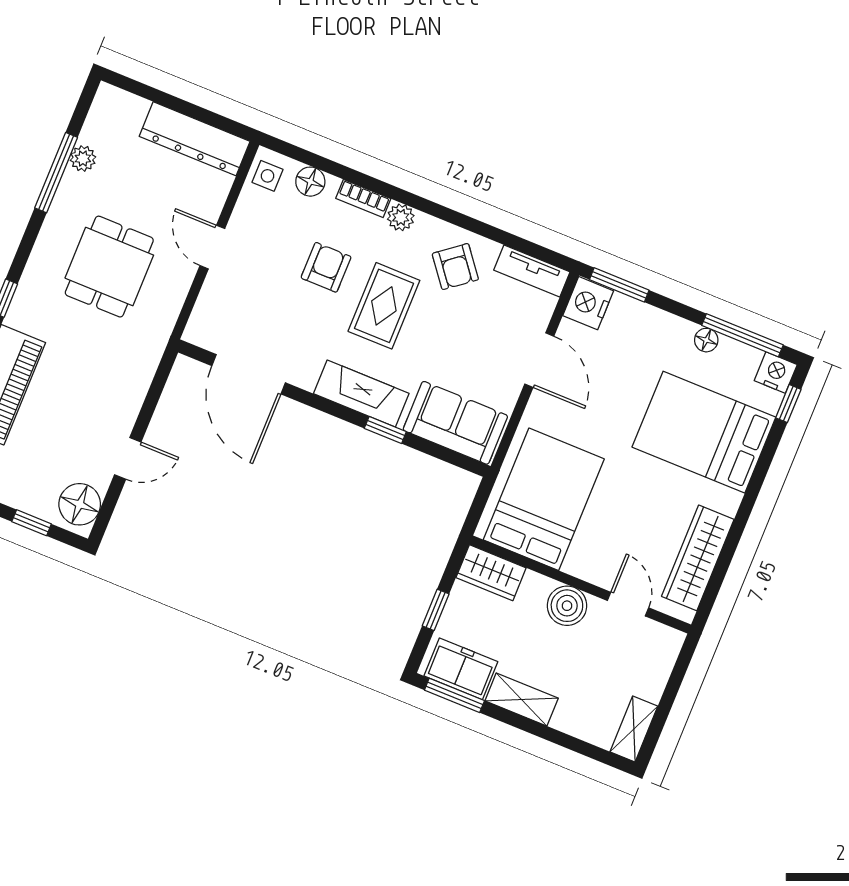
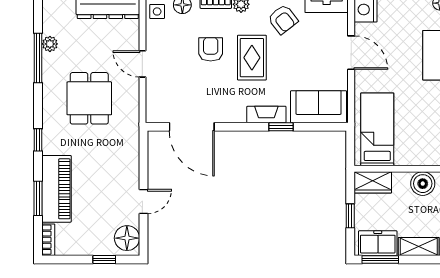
fireplace: (361, 394) -> (266, 115), width x0.73, depth x0.76
bed: (544, 499) -> (377, 129), width x0.67

